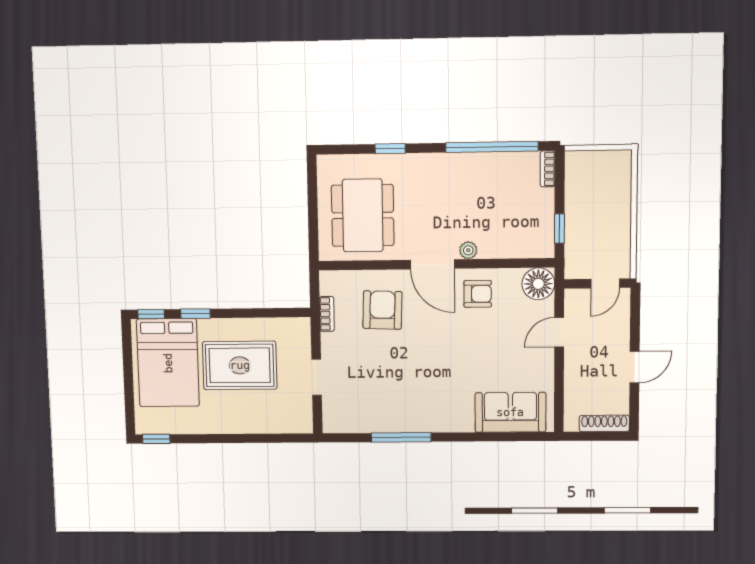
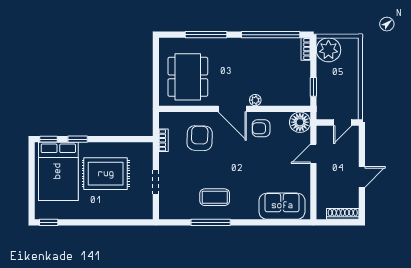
window: (390, 149) -> (206, 35), width x2.17
plant: (584, 170) -> (328, 50), added
armchair: (478, 294) -> (261, 128), turned 180
coffee table: (407, 400) -> (215, 197), added

